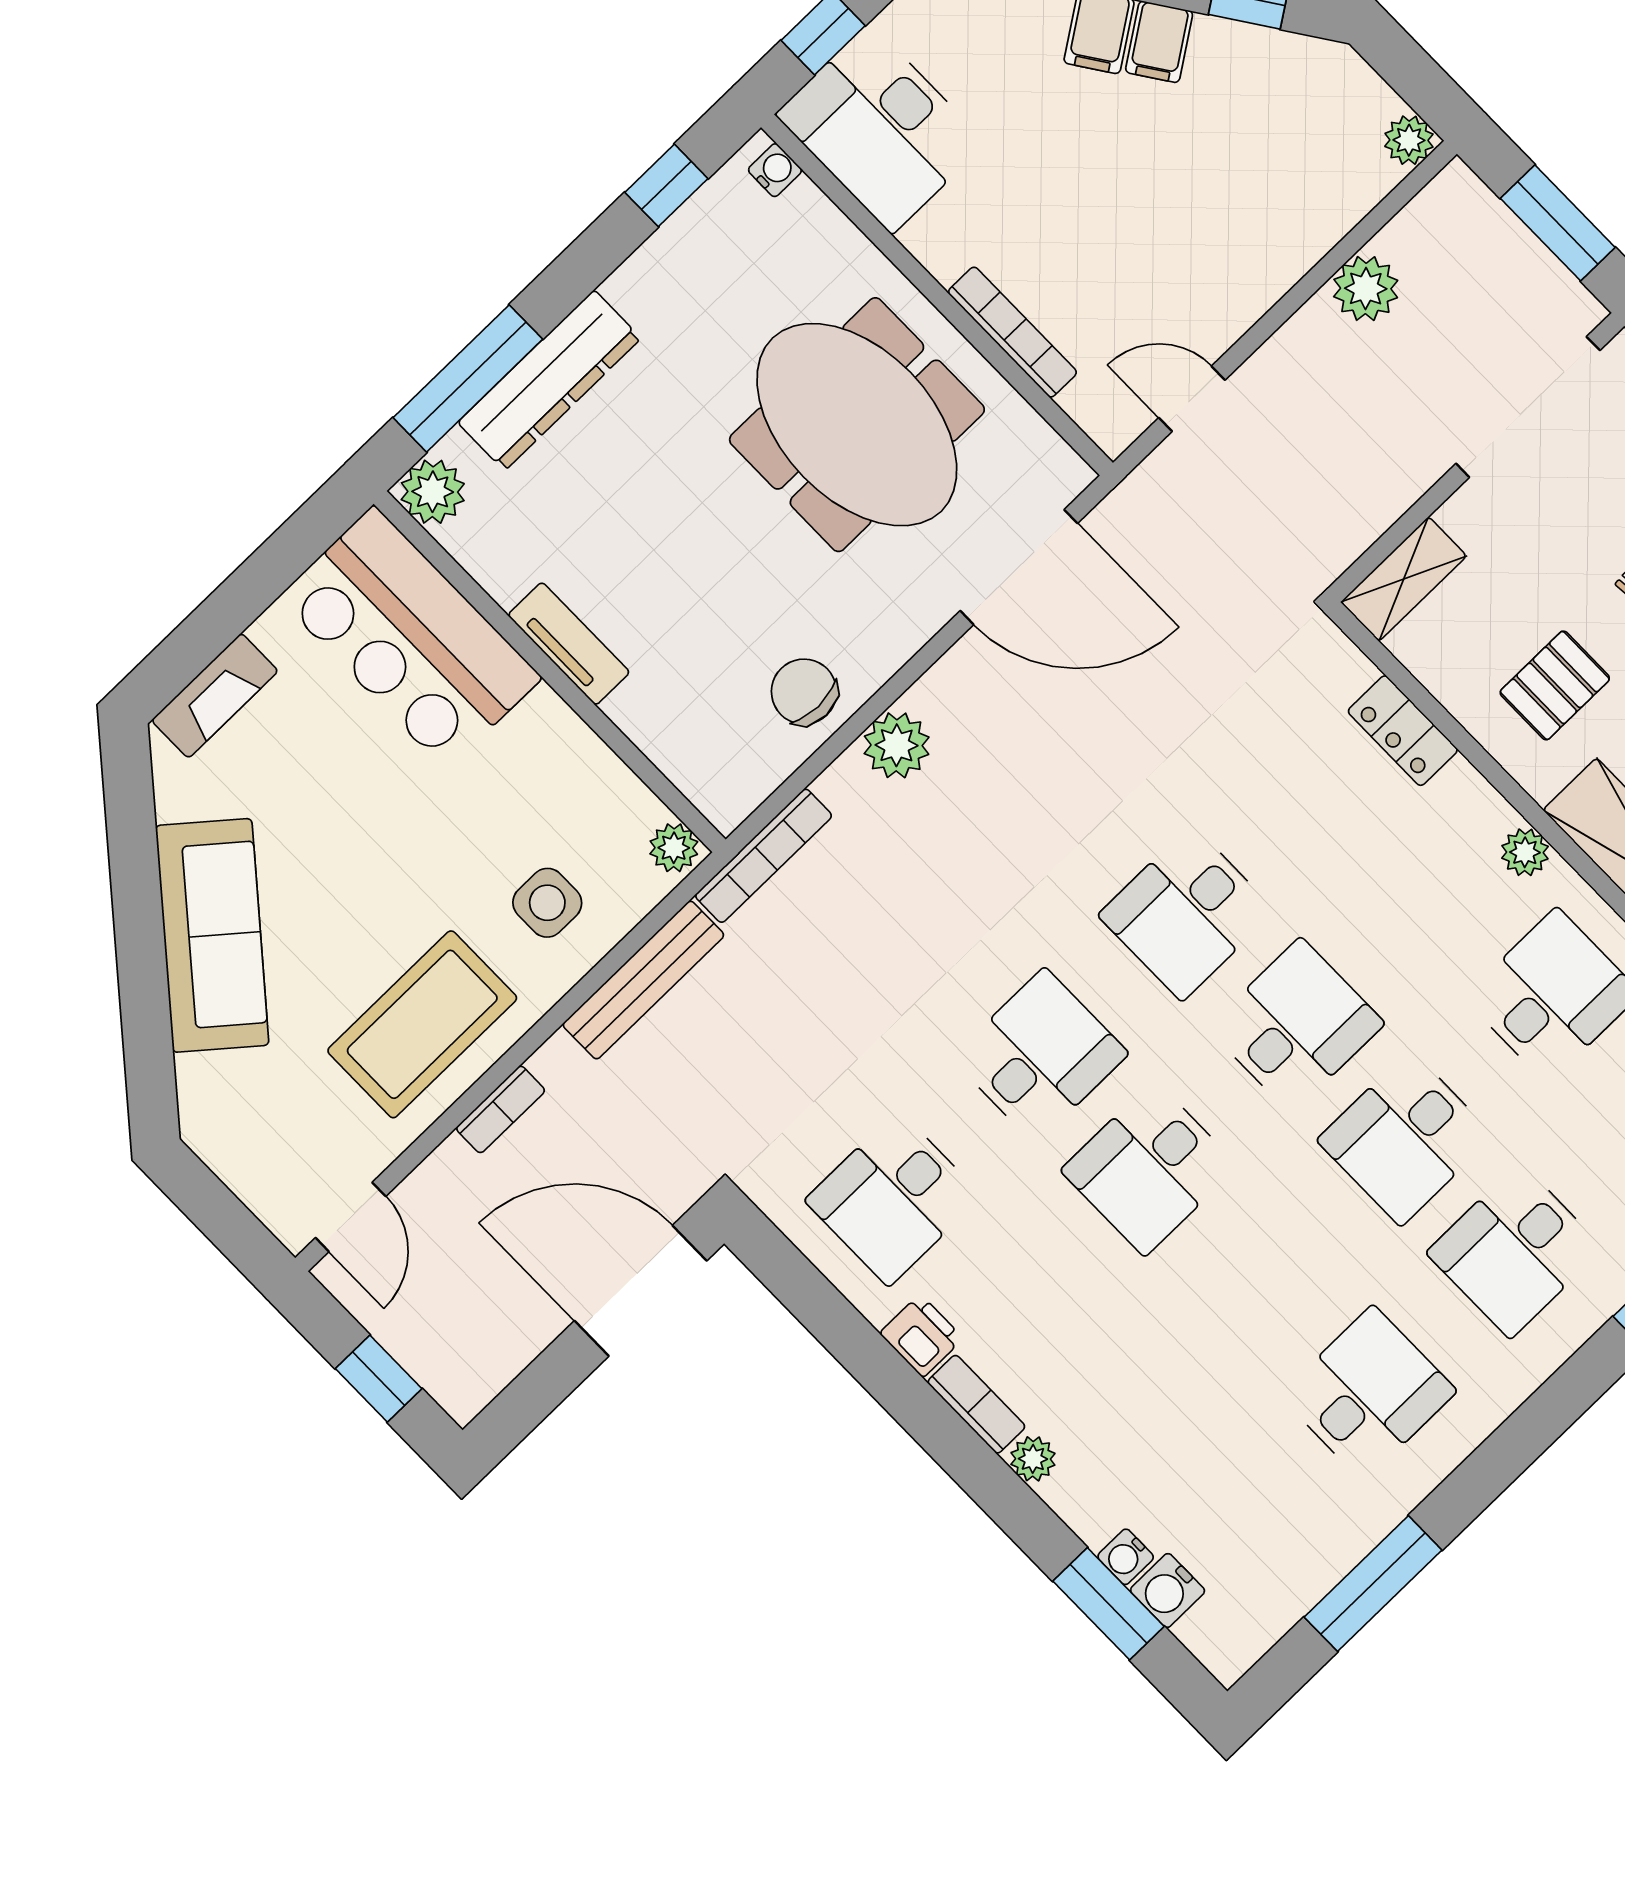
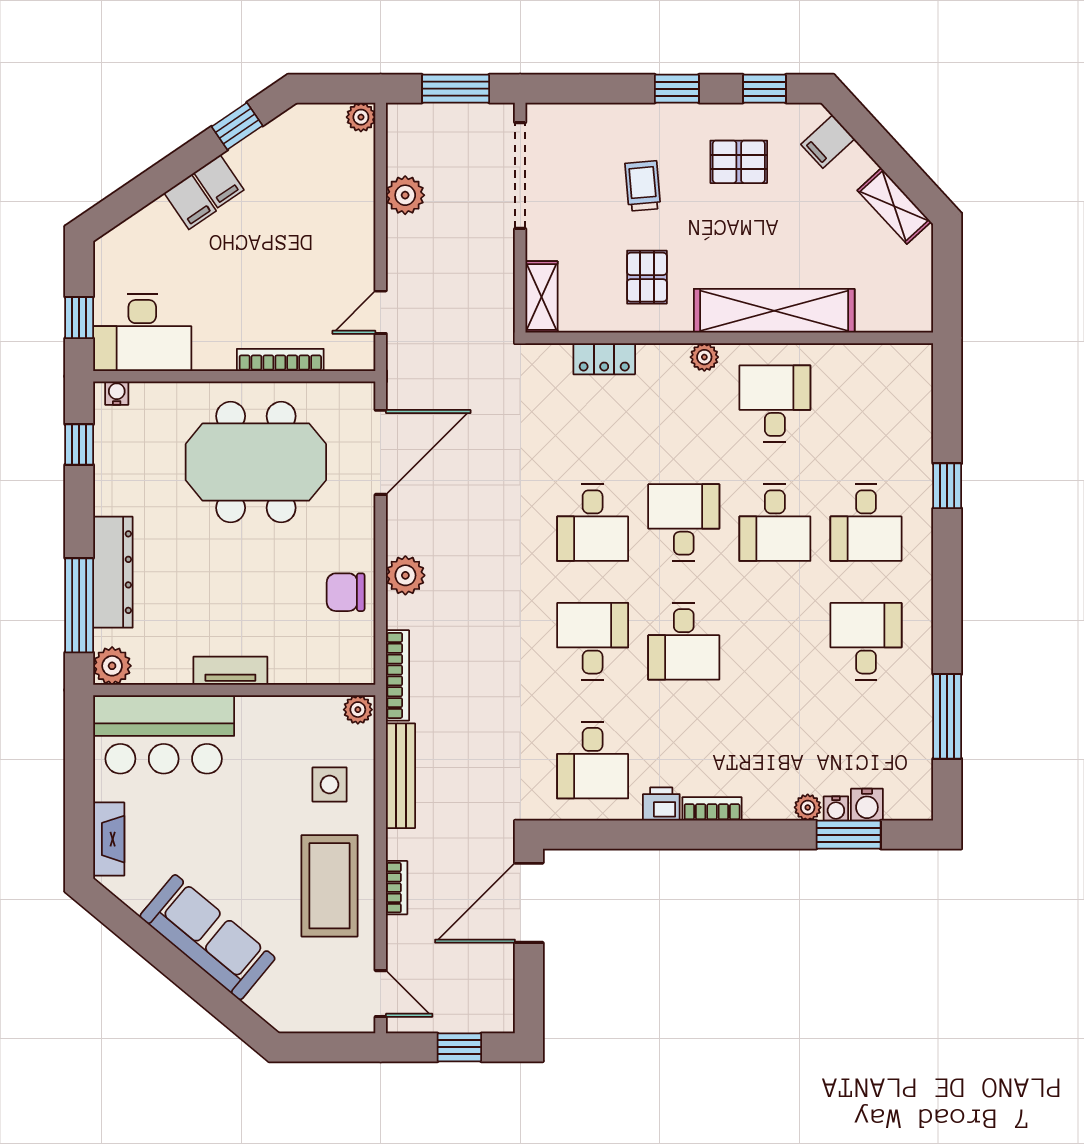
plant: (1033, 1459) -> (808, 807), moved

